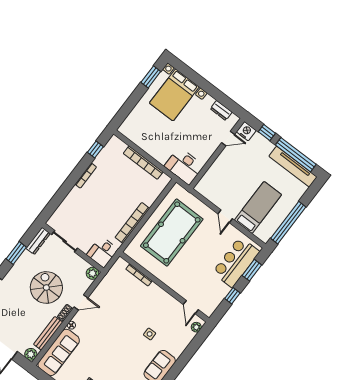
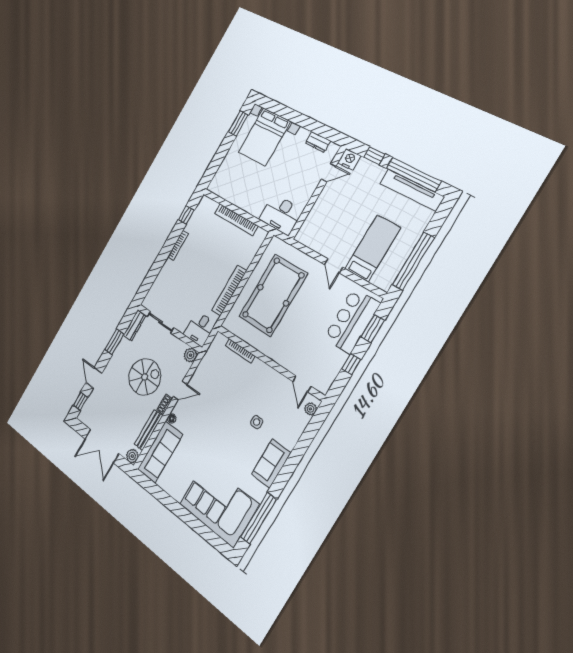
spiral stairs: (46, 288) -> (145, 377), turned 90

